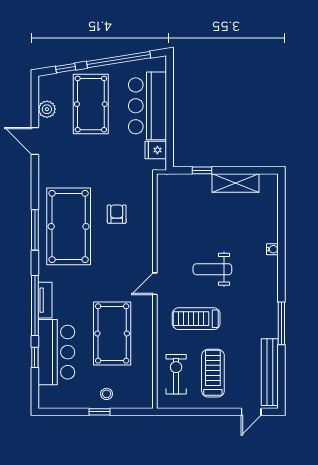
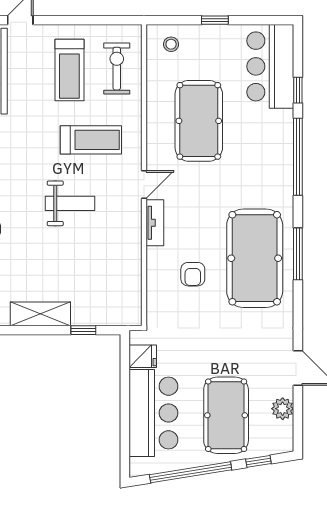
tv unit: (45, 300) -> (155, 223), moved, turned 180
bar counter: (56, 352) -> (270, 66), moved
exercise bike: (176, 374) -> (117, 69), turned 180
stool: (107, 394) -> (171, 44), moved

